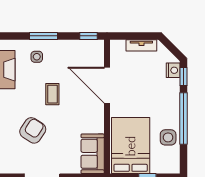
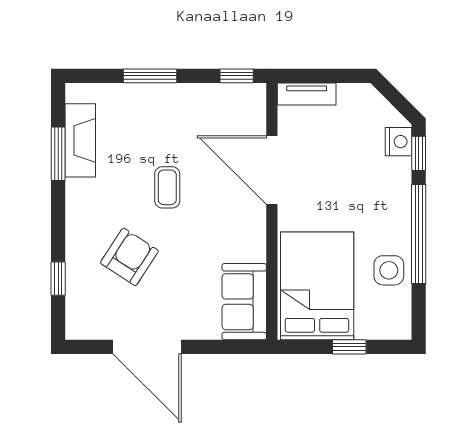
tv unit: (141, 45) -> (307, 94), moved
side table: (37, 57) -> (137, 116), removed

